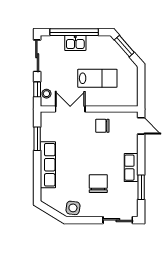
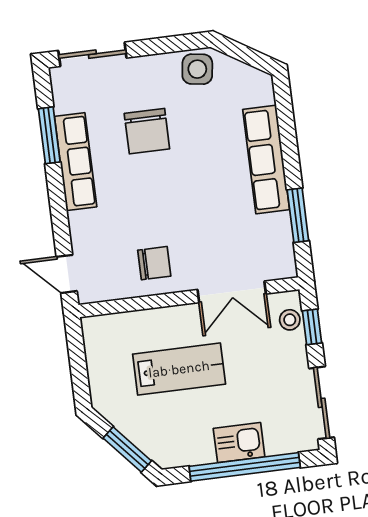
lab bench: (97, 78) -> (179, 369), turned 180
row of seats: (131, 168) -> (76, 162), width x1.48

